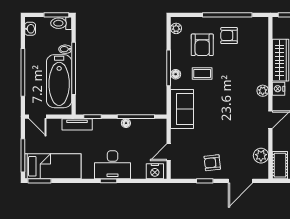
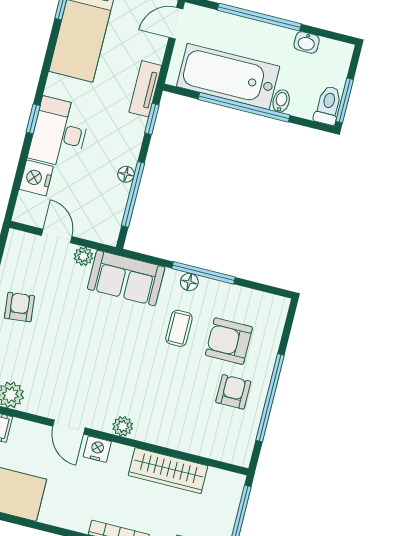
plant: (176, 28) -> (83, 256), moved
washbasin: (30, 29) -> (307, 42), moved
nightstand: (279, 89) -> (97, 449), moved
nightstand: (155, 171) -> (36, 178), moved

